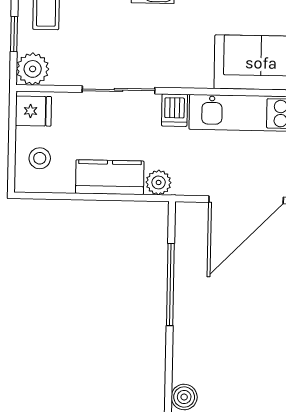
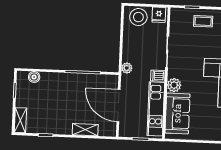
plant: (33, 69) -> (174, 85), moved
stool: (40, 158) -> (138, 17), width x1.89, depth x1.89
kitchen counter: (110, 177) -> (130, 47), removed

